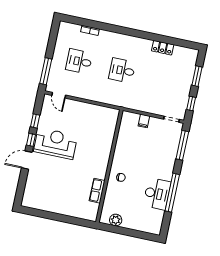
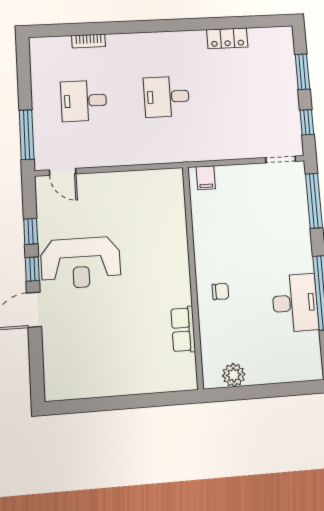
filing cabinet: (144, 121) -> (206, 178), moved
reception desk: (56, 143) -> (81, 263), turned 180

